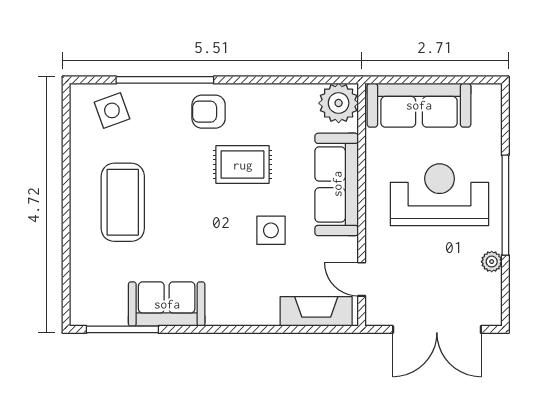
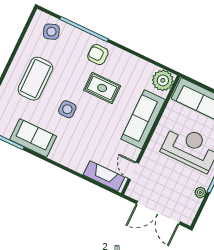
side table: (271, 230) -> (67, 109), moved

